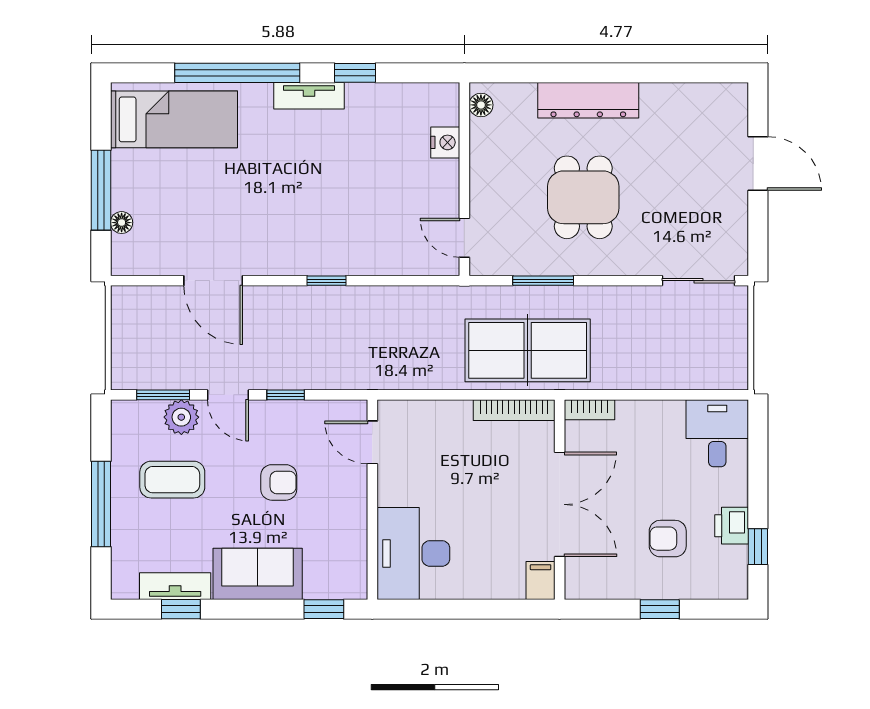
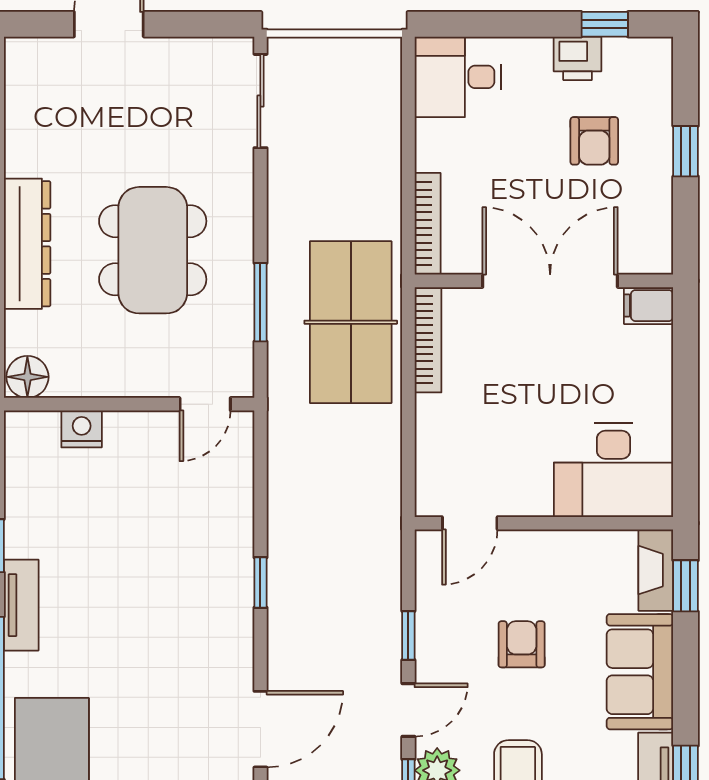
floor lamp: (481, 105) -> (27, 377), width x1.37, depth x1.37
dining table: (583, 197) -> (153, 250), width x1.38
bookcase: (590, 410) -> (428, 224), width x1.56
fireplace: (336, 586) -> (656, 570), added

